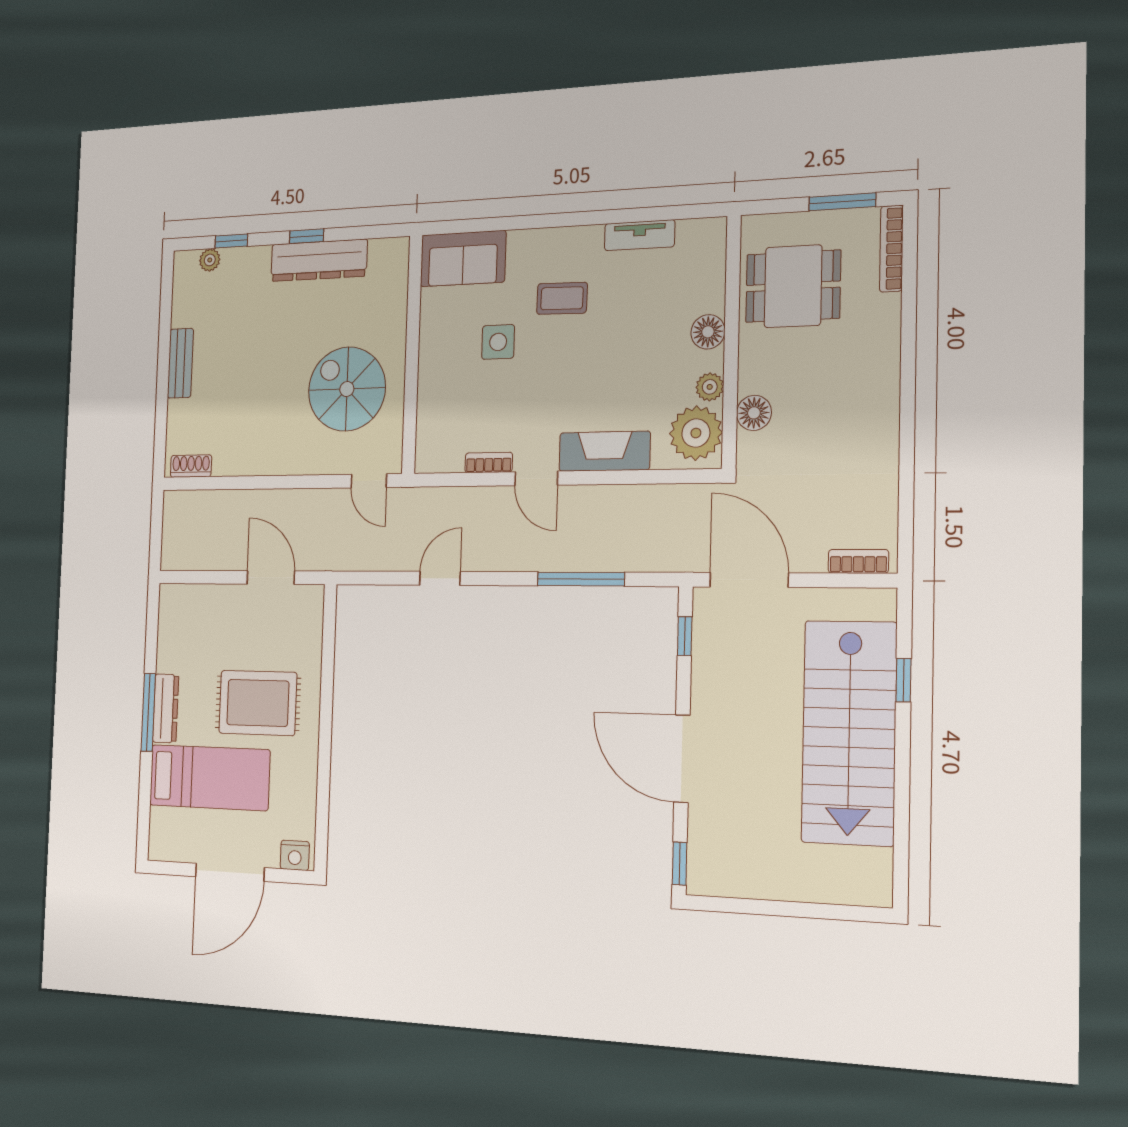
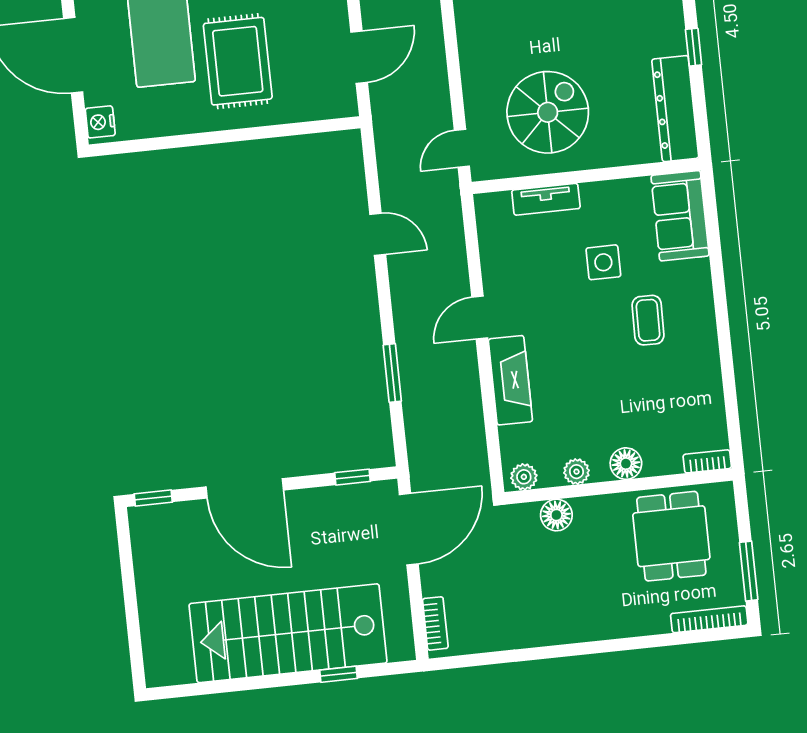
tv unit: (640, 235) -> (546, 199), moved, turned -90
dresser: (319, 260) -> (675, 109), moved
plant: (696, 433) -> (524, 477), width x0.53, depth x0.53
bookcase: (489, 462) -> (707, 461), moved, turned -90
window: (581, 579) -> (392, 373), width x0.69
door: (682, 759) -> (245, 488), swing flipped

